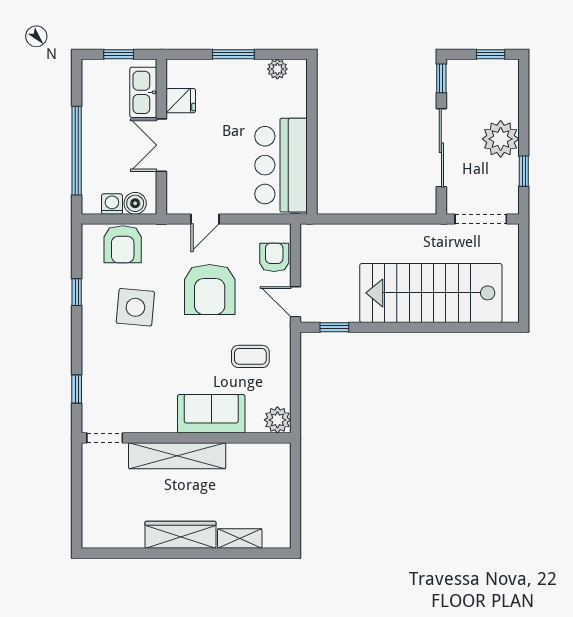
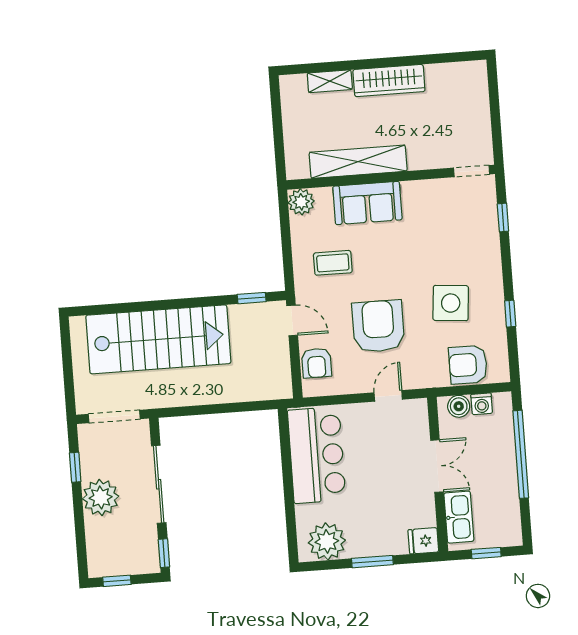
plant: (277, 69) -> (327, 541), width x1.87, depth x1.87
fridge: (181, 101) -> (423, 541), moved
armchair: (123, 244) -> (468, 365), turned -90
shelving: (177, 456) -> (358, 162), moved

